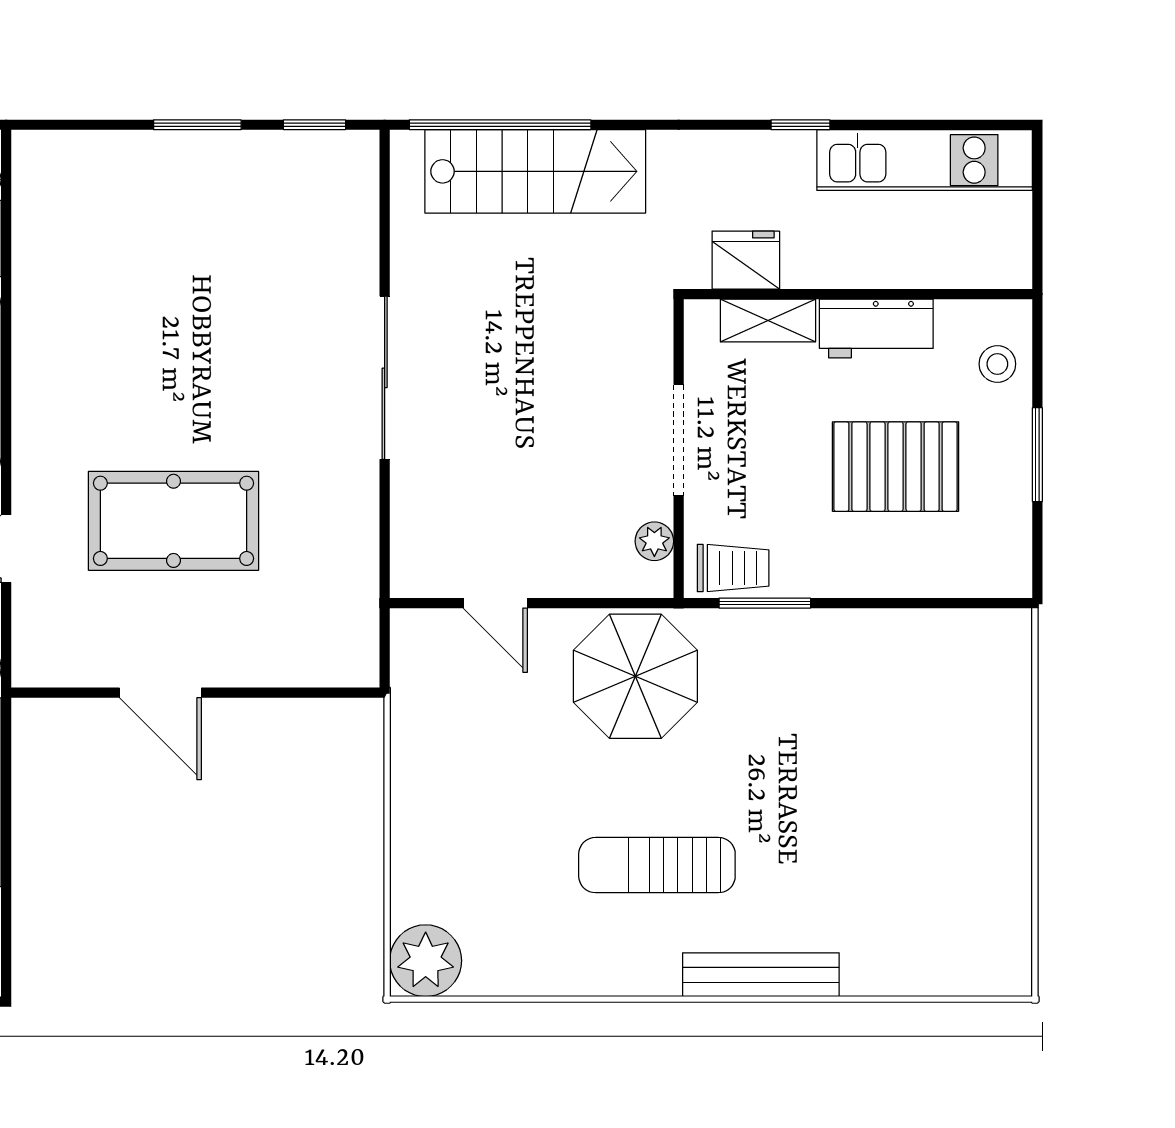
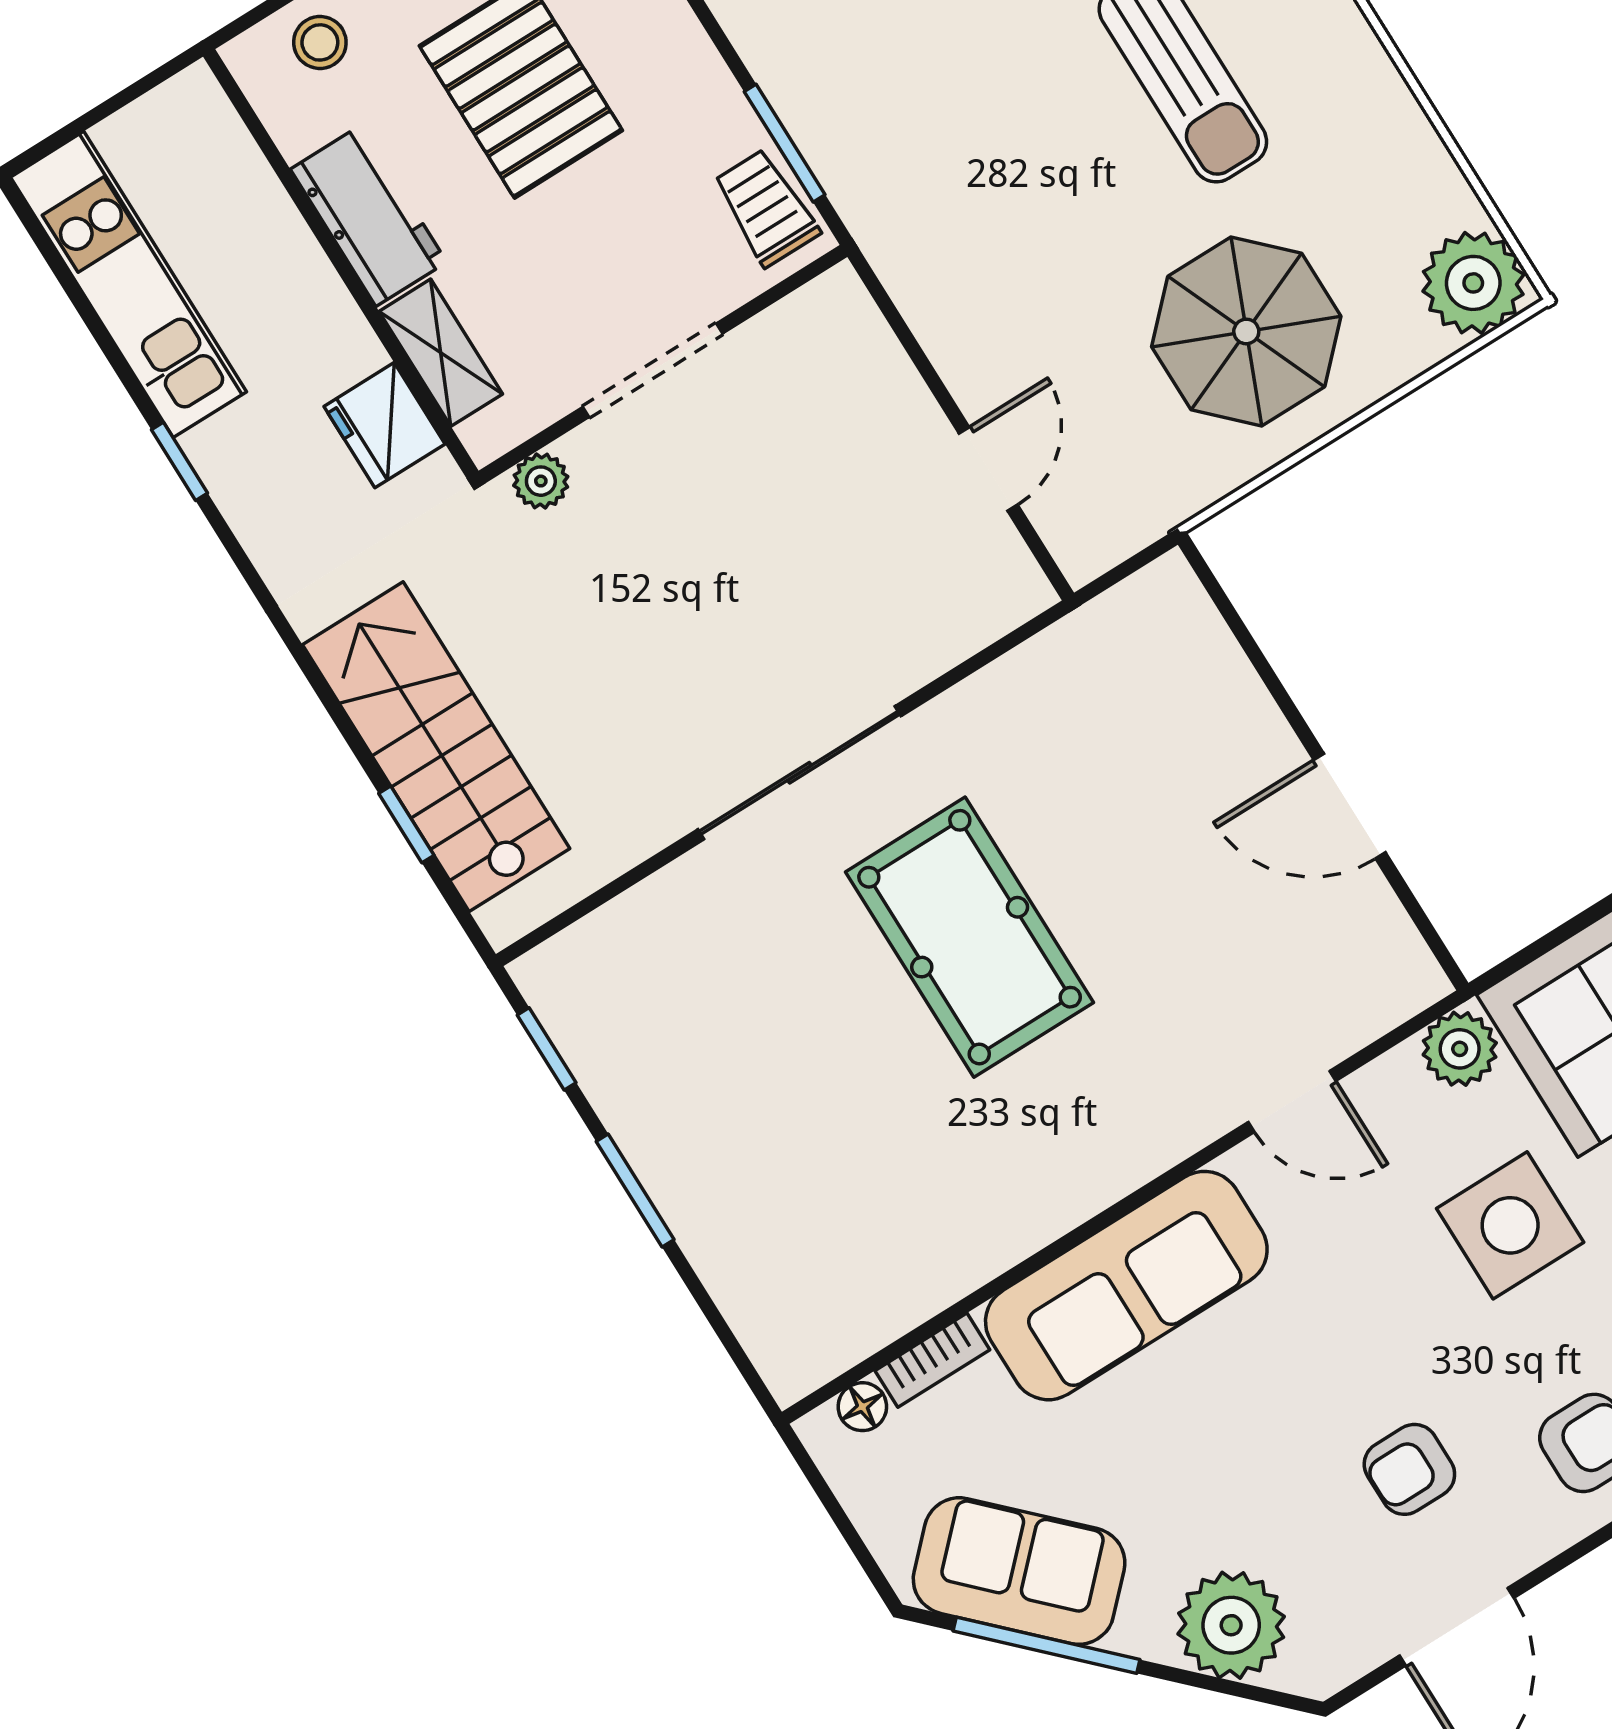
window: (500, 125) -> (406, 824), width x0.32
pool table: (173, 521) -> (970, 937), moved
plant: (654, 541) -> (541, 481), moved
parasol: (635, 676) -> (1246, 331), moved
door: (160, 693) -> (1350, 806), swing flipped

